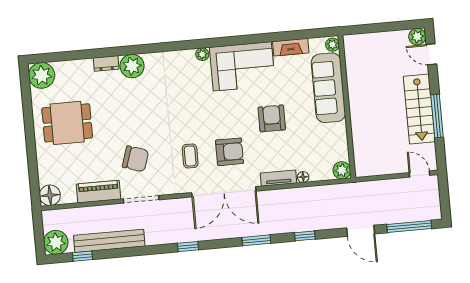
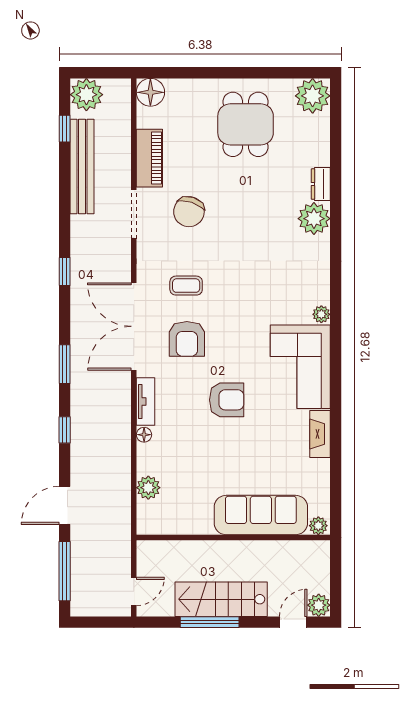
plant: (332, 45) -> (318, 526), moved
sofa: (328, 88) -> (261, 515), moved
wall: (347, 107) -> (233, 537), moved

